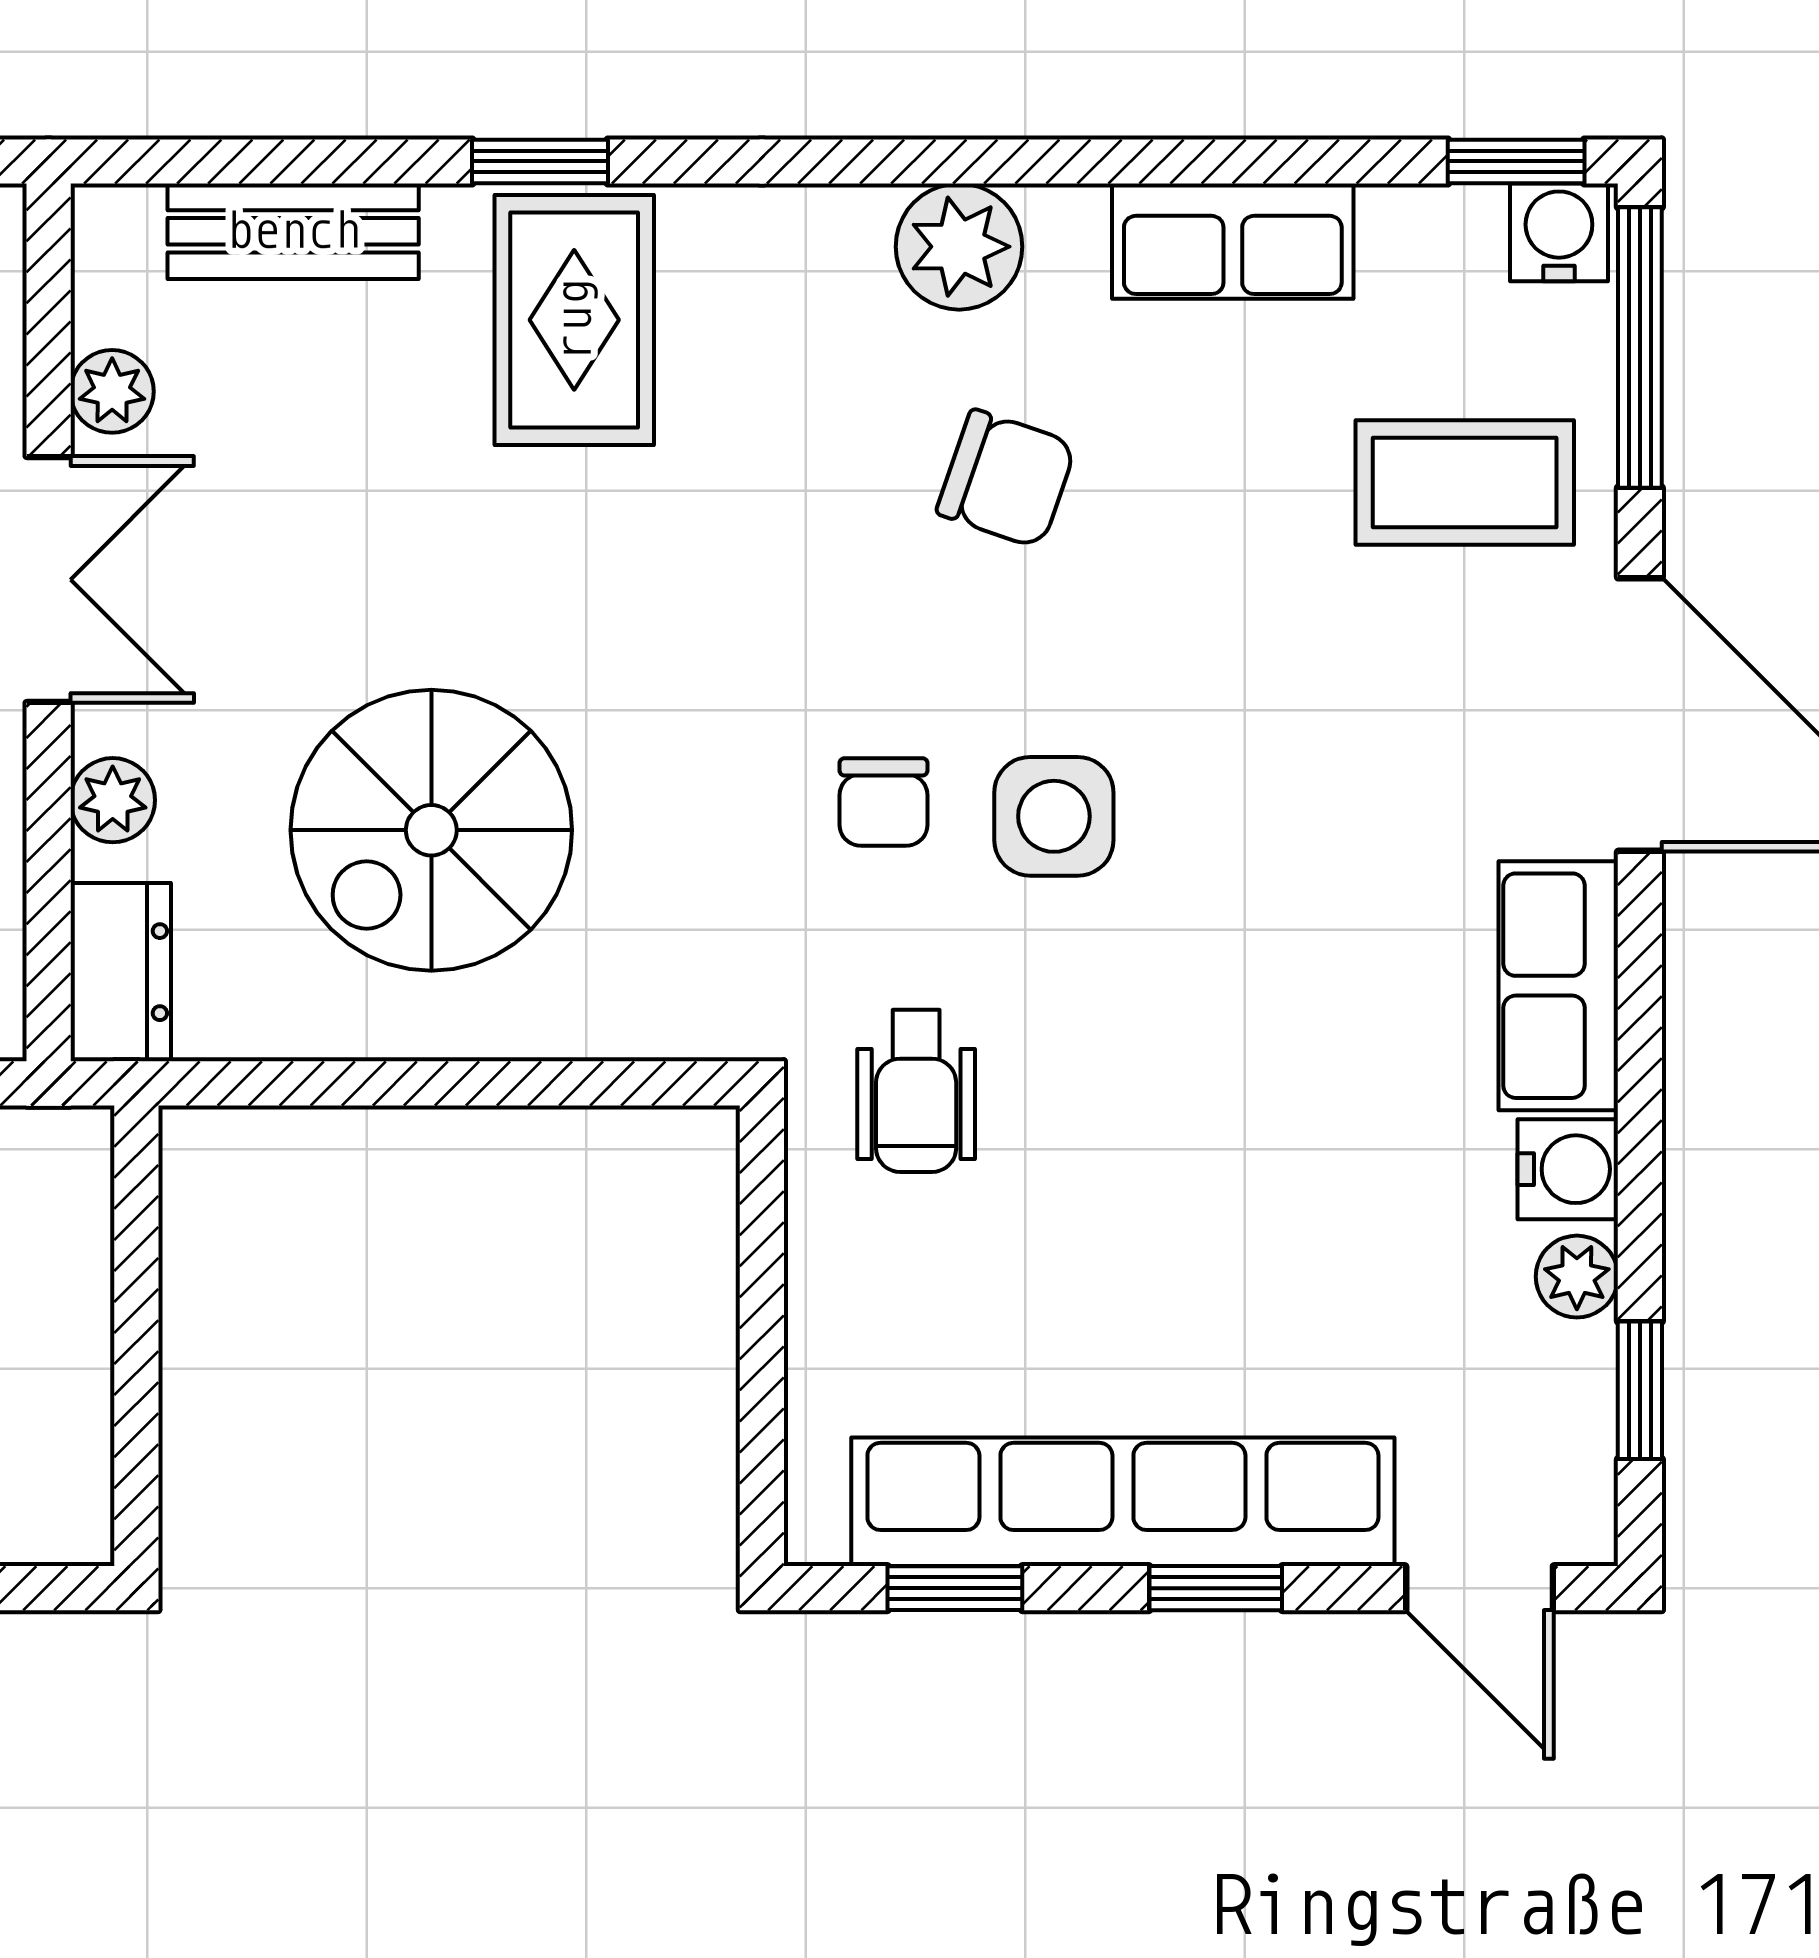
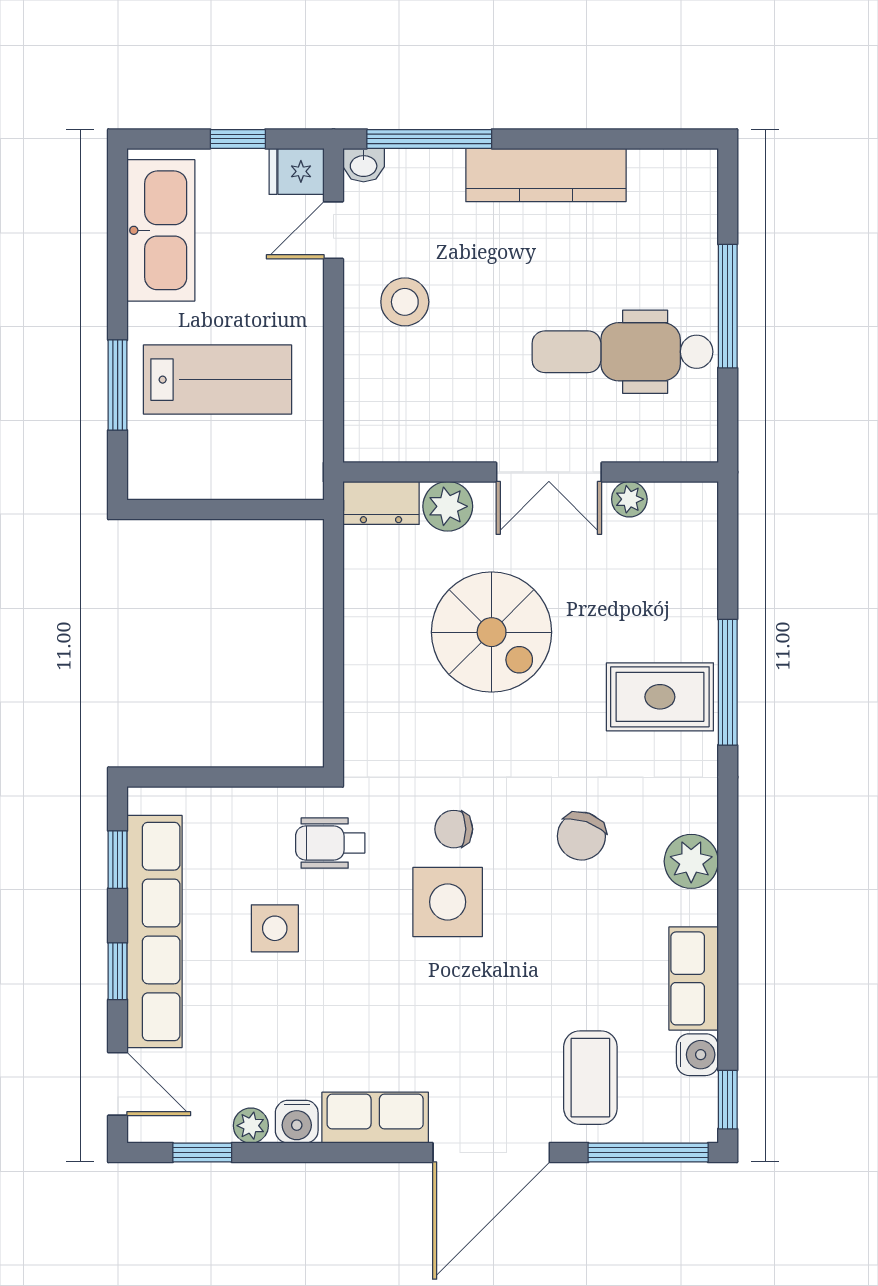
window: (540, 161) -> (728, 682), width x2.17
bench: (293, 231) -> (698, 577), removed
water cooler: (1559, 232) -> (697, 1055), moved
chair: (1006, 479) -> (581, 836), moved
plant: (113, 800) -> (448, 506), width x1.38, depth x1.38
side table: (1054, 816) -> (448, 902), width x1.37, depth x1.37
spiral stairs: (431, 830) -> (492, 632), moved, turned 180
side table: (1116, 1221) -> (275, 928), added
door: (1480, 1588) -> (118, 1084), swing flipped

